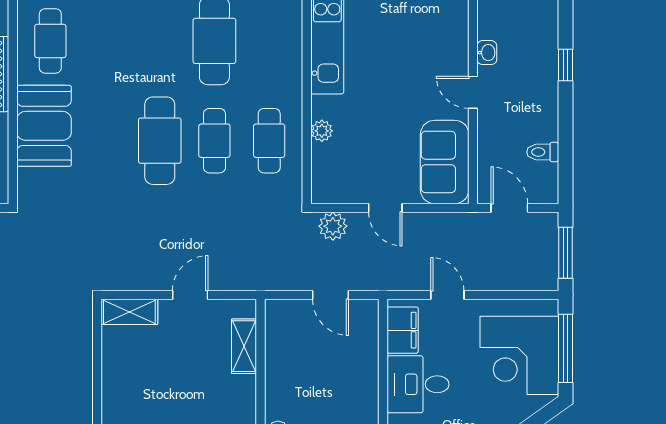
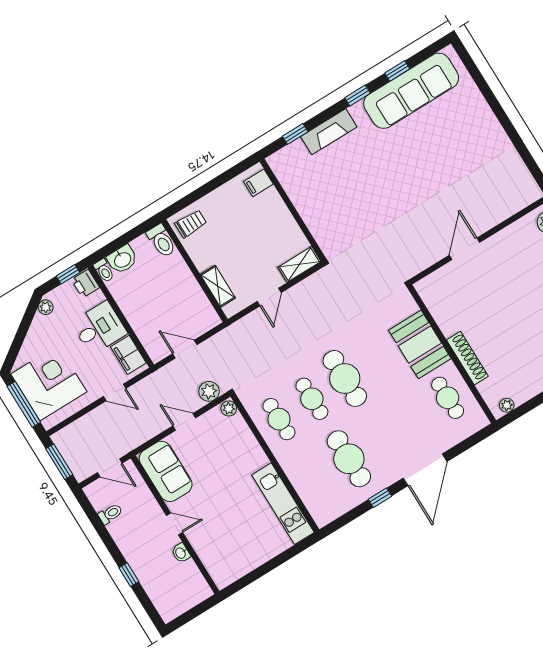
plant: (322, 131) -> (229, 408), moved

